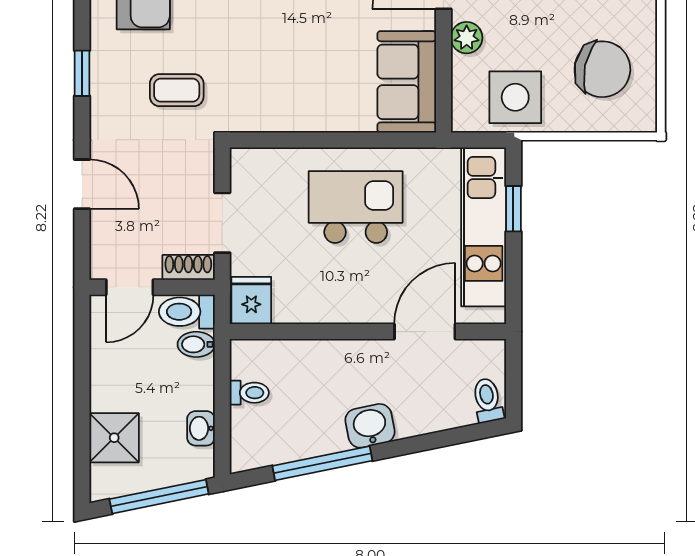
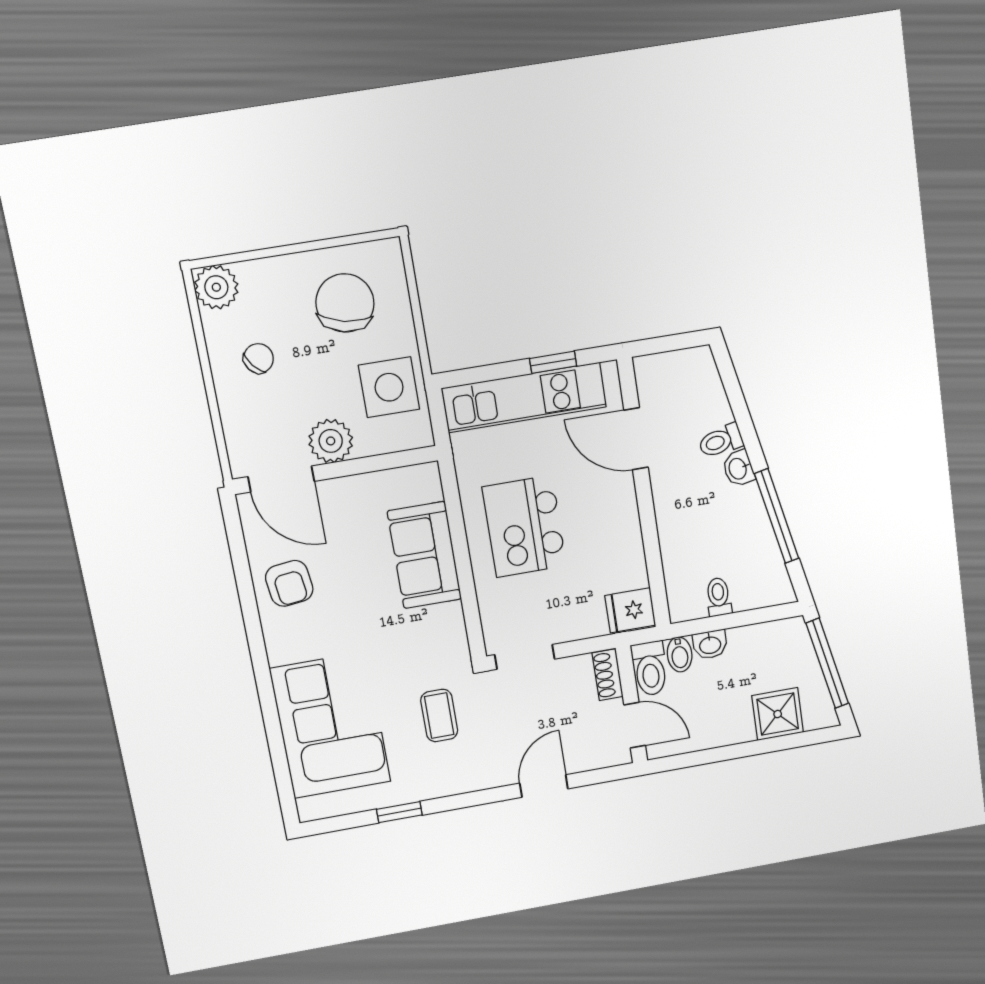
plant: (467, 38) -> (331, 441), width x1.38, depth x1.38
window: (82, 73) -> (399, 812), moved
sofa: (407, 82) -> (424, 555), moved, turned 90
window: (513, 209) -> (553, 362), moved
doorway: (222, 223) -> (525, 657), moved
toilet: (488, 400) -> (721, 441), moved
washbasin: (370, 426) -> (738, 468), width x0.72, depth x0.69
washbasin: (201, 428) -> (710, 645), moved

